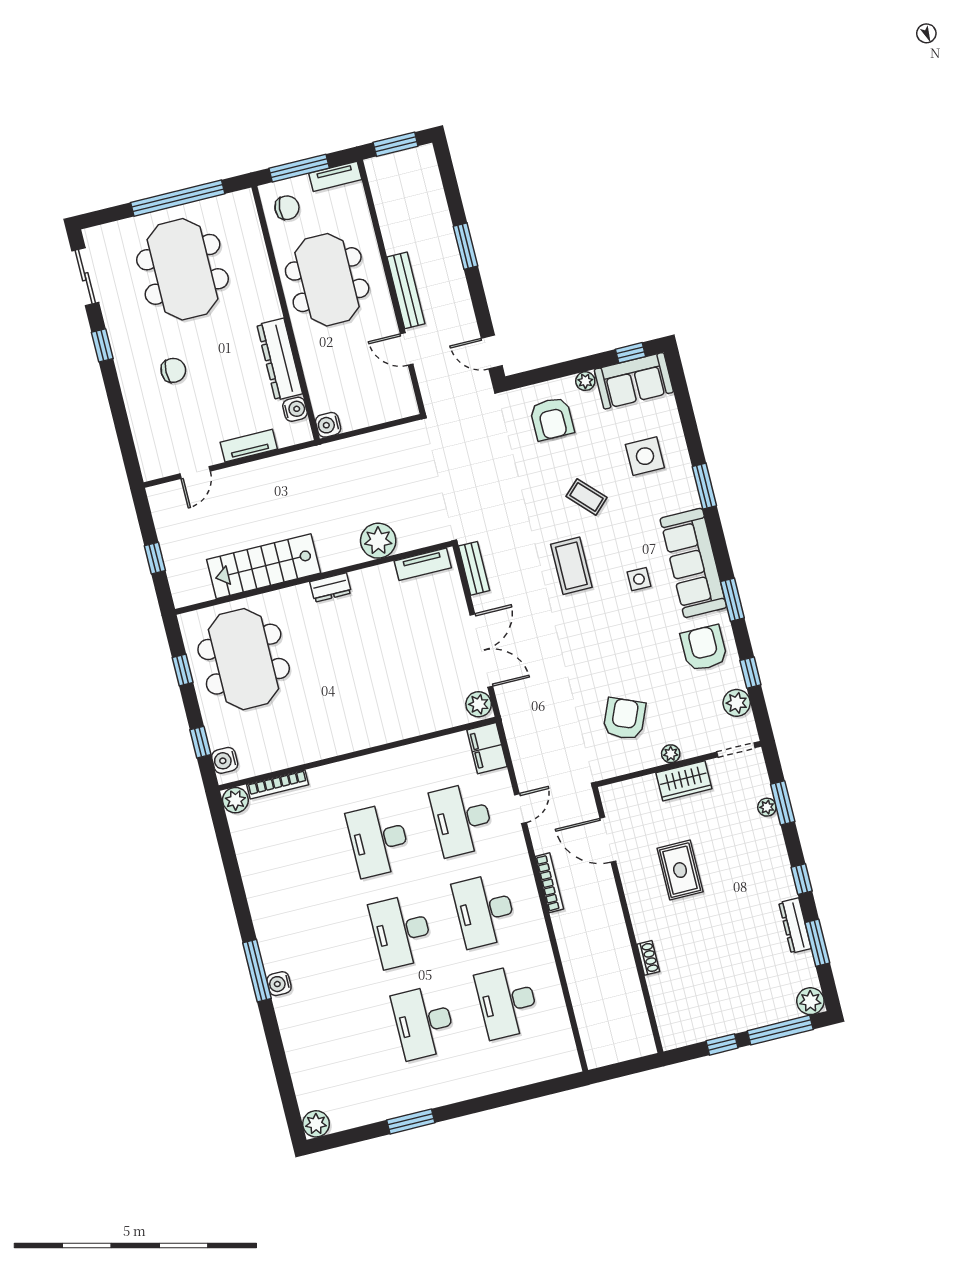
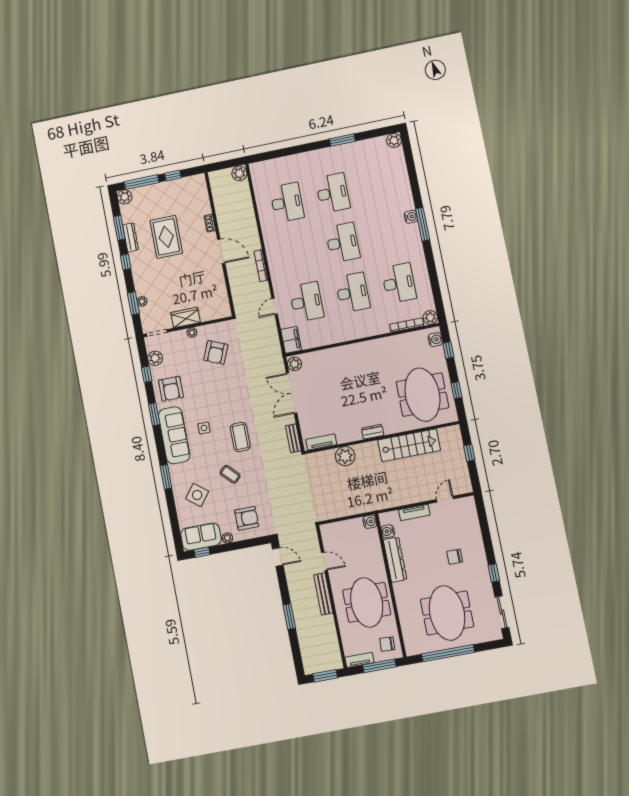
armchair: (552, 419) -> (247, 518), turned 90
side table: (645, 456) -> (197, 495), turned 38
door: (608, 840) -> (221, 251), moved
rug: (680, 870) -> (166, 237), moved, width x1.36, depth x1.43
desk: (485, 911) -> (399, 283), moved
plant: (598, 1053) -> (239, 173), added

